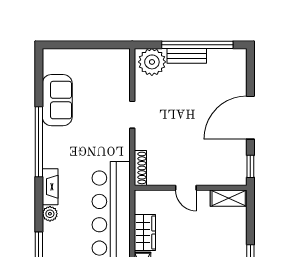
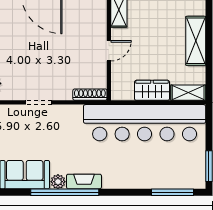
fireplace: (50, 187) -> (84, 181), moved
plant: (50, 214) -> (58, 182), moved

